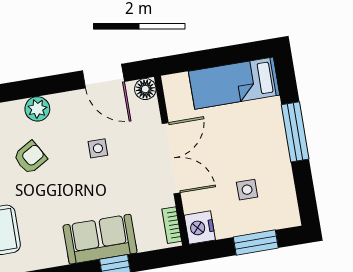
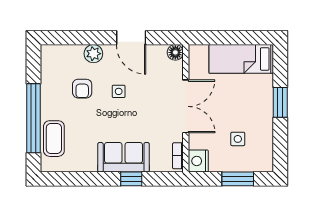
door: (103, 76) -> (131, 38), moved
window: (295, 132) -> (280, 102), width x0.69
side table: (98, 148) -> (119, 91), moved
armchair: (30, 157) -> (82, 89), turned 120

